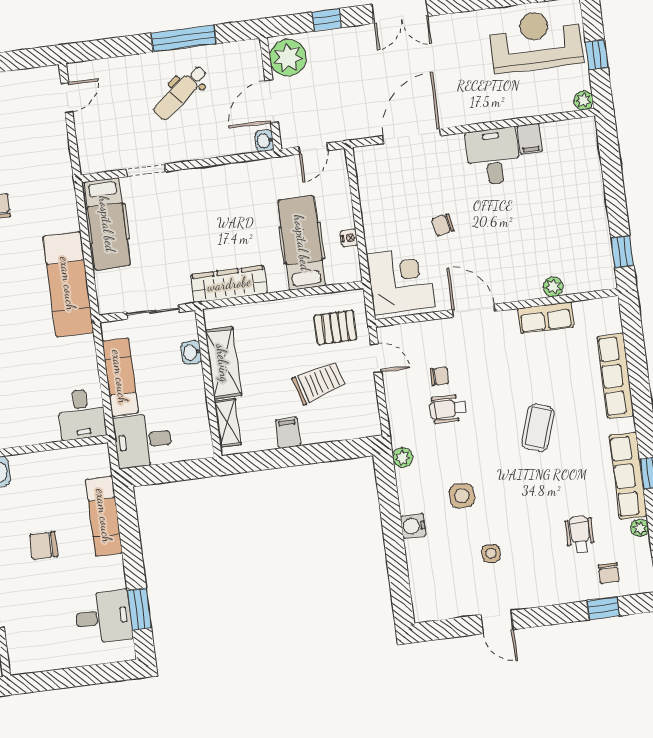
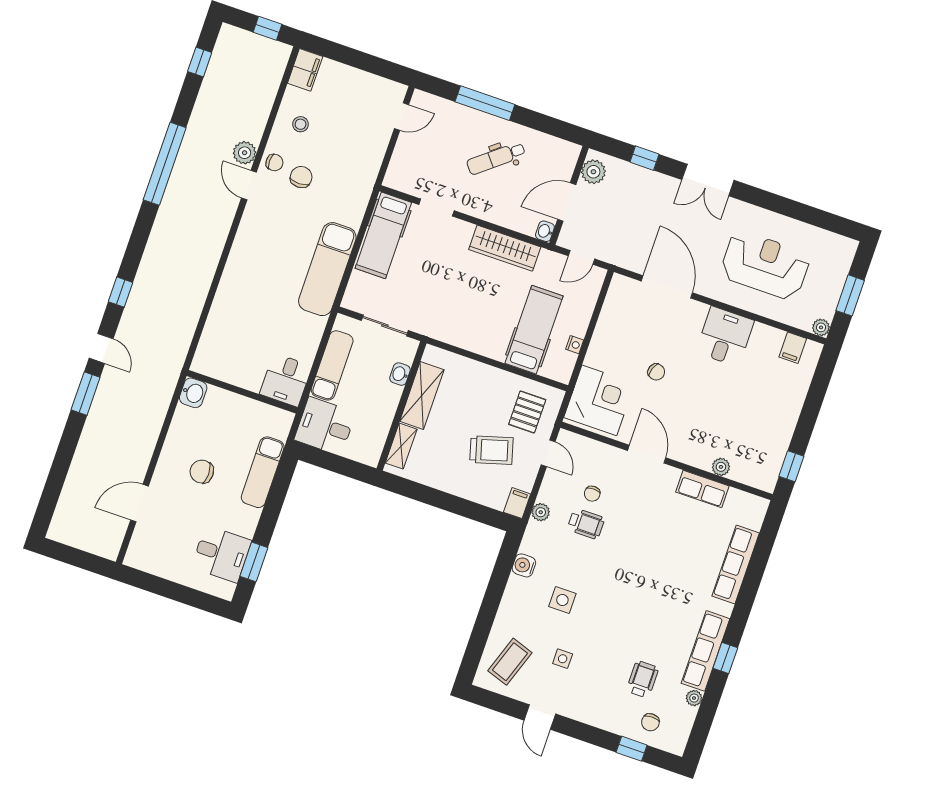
window: (184, 38) -> (485, 103), moved
reception desk: (536, 41) -> (765, 265), moved
window: (597, 55) -> (850, 295), width x1.50
plant: (288, 58) -> (593, 172), width x0.73, depth x0.73
door: (412, 136) -> (667, 287), hinge flipped
filing cabinet: (530, 139) -> (793, 348), moved
chair: (443, 225) -> (656, 372), turned -148
wardrobe: (229, 284) -> (505, 248), moved, turned 180
pallet: (335, 327) -> (527, 412), turned 90
chair: (439, 376) -> (592, 494), turned 89
wheelchair: (448, 409) -> (586, 524), turned 180
coffee table: (538, 428) -> (510, 662), moved
filing cabinet: (288, 433) -> (517, 503), moved
plant: (403, 458) -> (541, 512), moved
water cooler: (413, 526) -> (524, 565), moved

